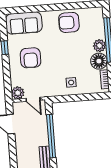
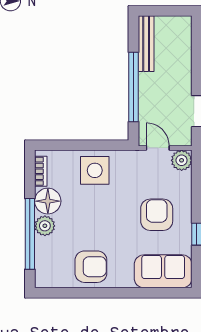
side table: (71, 82) -> (95, 170), width x1.87, depth x1.87

